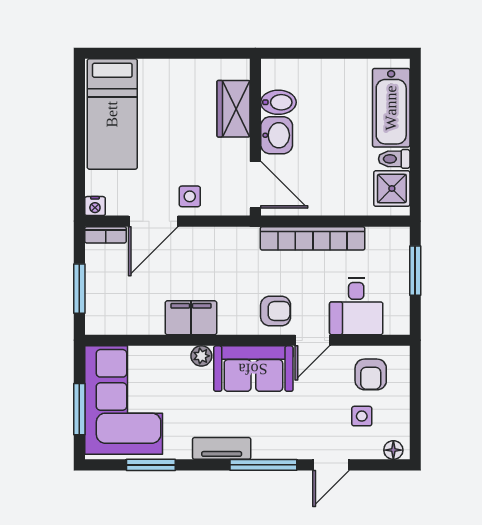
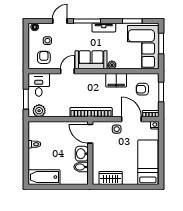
bathtub: (391, 108) -> (44, 177), moved, turned -90
wardrobe: (234, 109) -> (111, 178), moved, turned -90
shower: (392, 189) -> (35, 132), removed
door: (153, 221) -> (131, 119), hinge flipped
bookcase: (313, 238) -> (91, 112), moved
plant: (382, 242) -> (39, 111), added
desk: (356, 306) -> (39, 85), moved
armchair: (276, 311) -> (142, 89), moved

